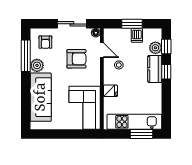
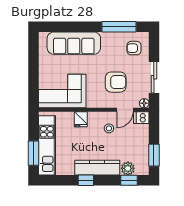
window: (132, 24) -> (154, 155), moved
dishwasher: (137, 35) -> (141, 118), moved
armchair: (76, 59) -> (116, 82), turned -90
plant: (37, 65) -> (108, 39), removed
kitchen counter: (155, 69) -> (97, 168), width x1.50
window: (166, 72) -> (86, 180), moved

